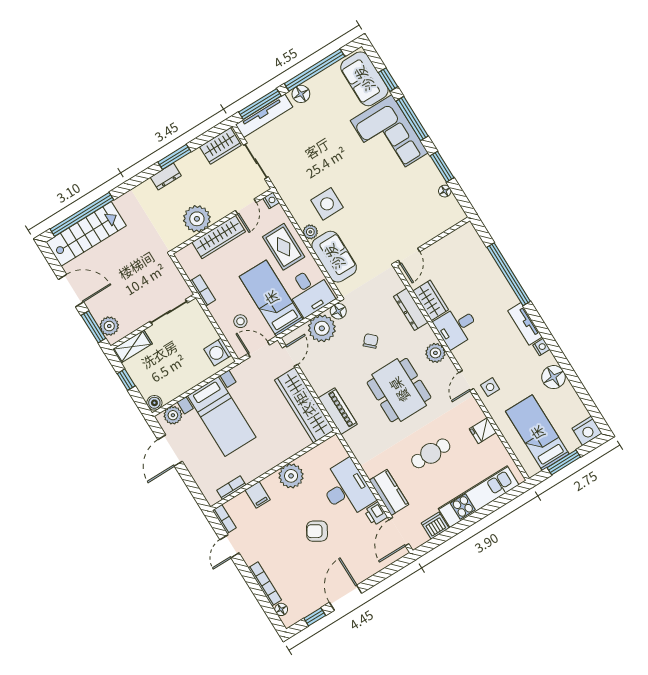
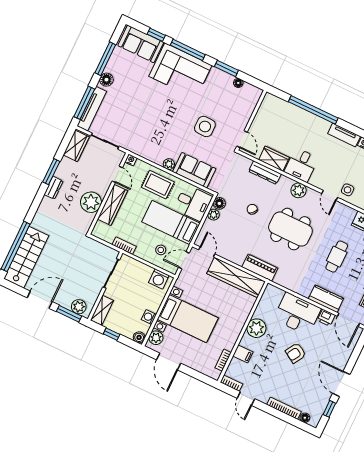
window: (315, 70) -> (105, 59), width x0.68
side table: (327, 204) -> (205, 126), moved
plant: (322, 328) -> (214, 215), width x0.53, depth x0.53
washing machine: (180, 387) -> (149, 317), added

